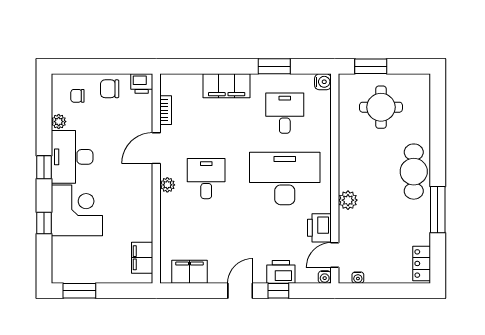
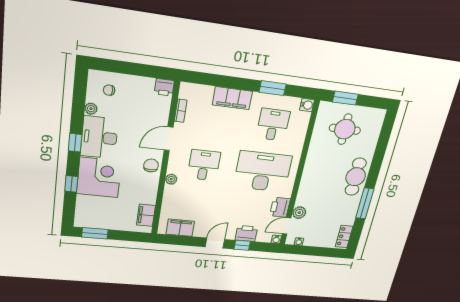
chair: (110, 89) -> (151, 165), moved, turned 90
plant: (167, 185) -> (171, 179), moved
plant: (348, 200) -> (299, 213), moved

